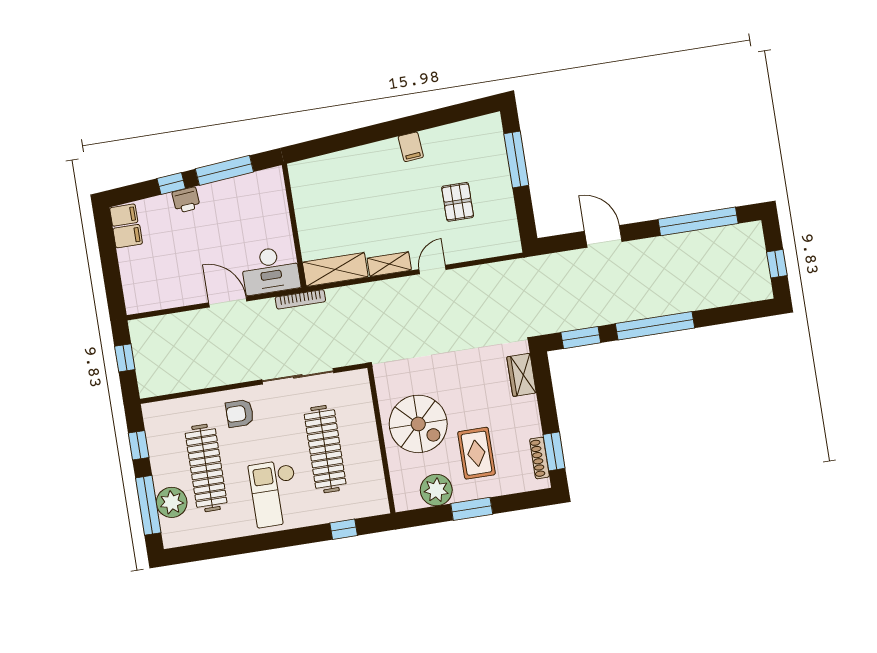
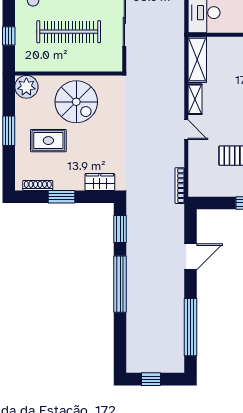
bookcase: (300, 299) -> (180, 186), moved
spiral stairs: (418, 424) -> (76, 102), turned -90
window: (554, 451) -> (62, 197), moved
plant: (436, 490) -> (26, 87), moved

